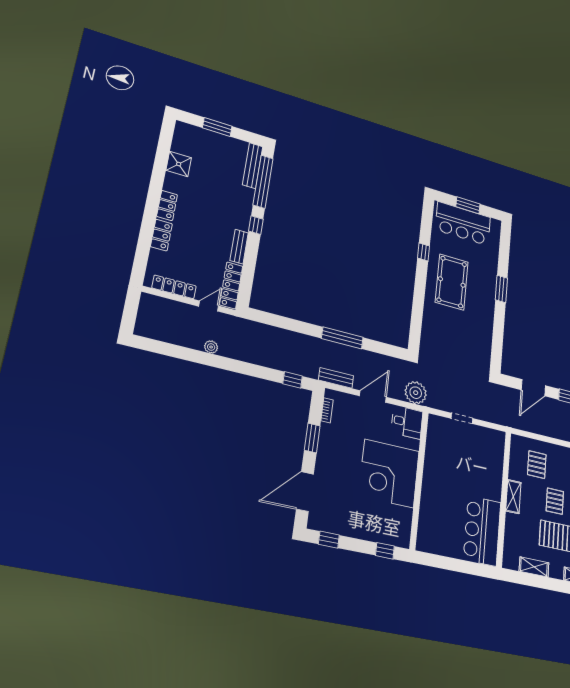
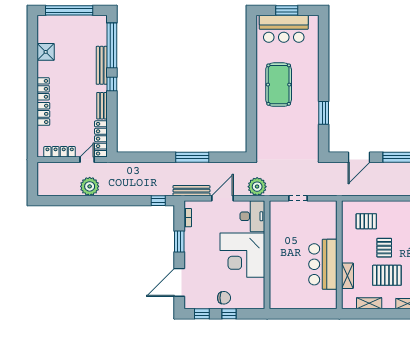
window: (217, 127) -> (69, 10), width x2.11
bench: (253, 166) -> (102, 65), moved
window: (424, 252) -> (251, 65), removed
window: (501, 289) -> (324, 113), moved
plant: (211, 347) -> (90, 186), width x1.88, depth x1.88
bench: (336, 378) -> (191, 191), width x1.36
desk: (407, 422) -> (252, 216), width x1.37
pallet: (537, 465) -> (366, 221), turned 90
shelving: (513, 497) -> (347, 276), moved
chair: (360, 524) -> (224, 298), added
bar counter: (482, 531) -> (323, 264), moved
window: (385, 551) -> (229, 314), moved

